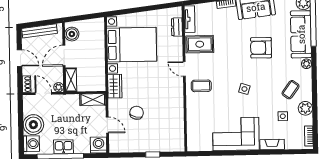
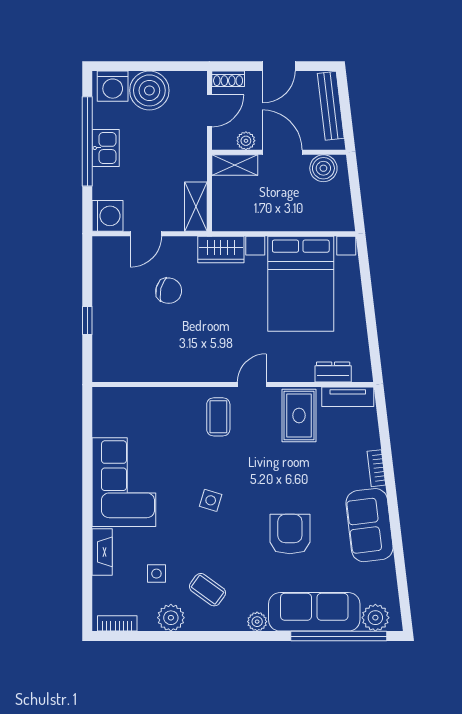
plant: (59, 87) -> (246, 141), moved

